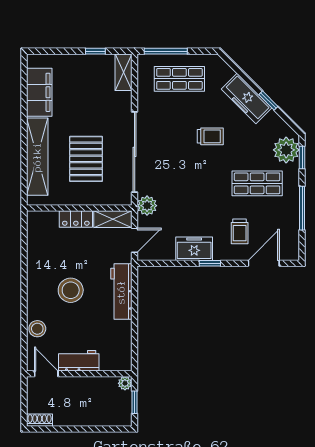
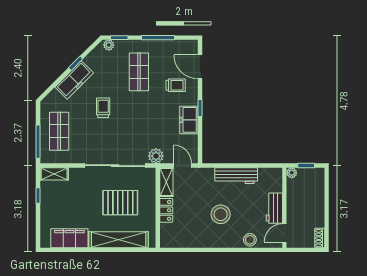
plant: (286, 150) -> (109, 45), width x0.53, depth x0.53
workbench: (121, 292) -> (236, 176), moved

